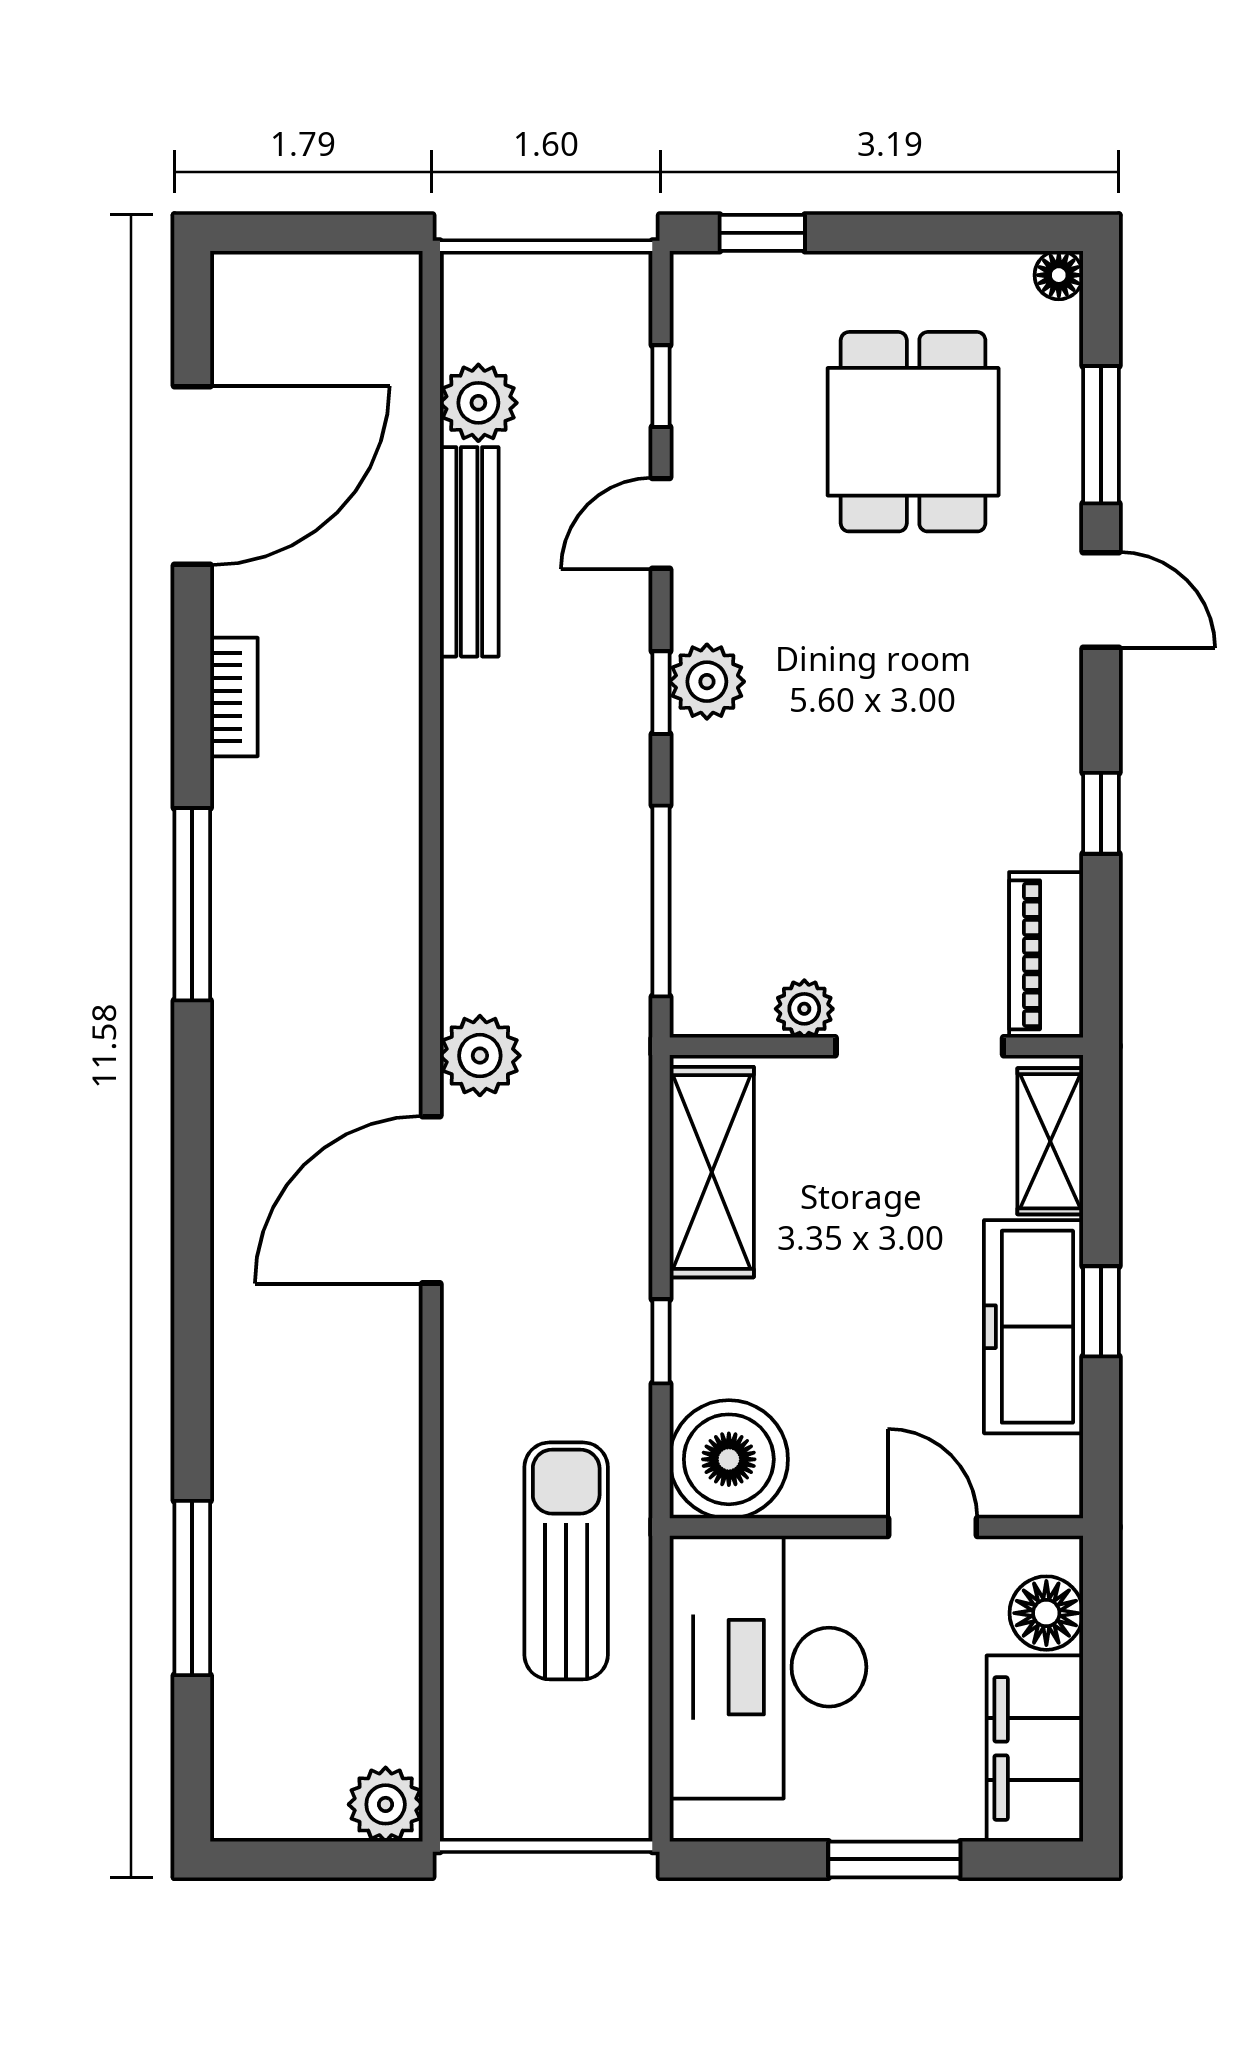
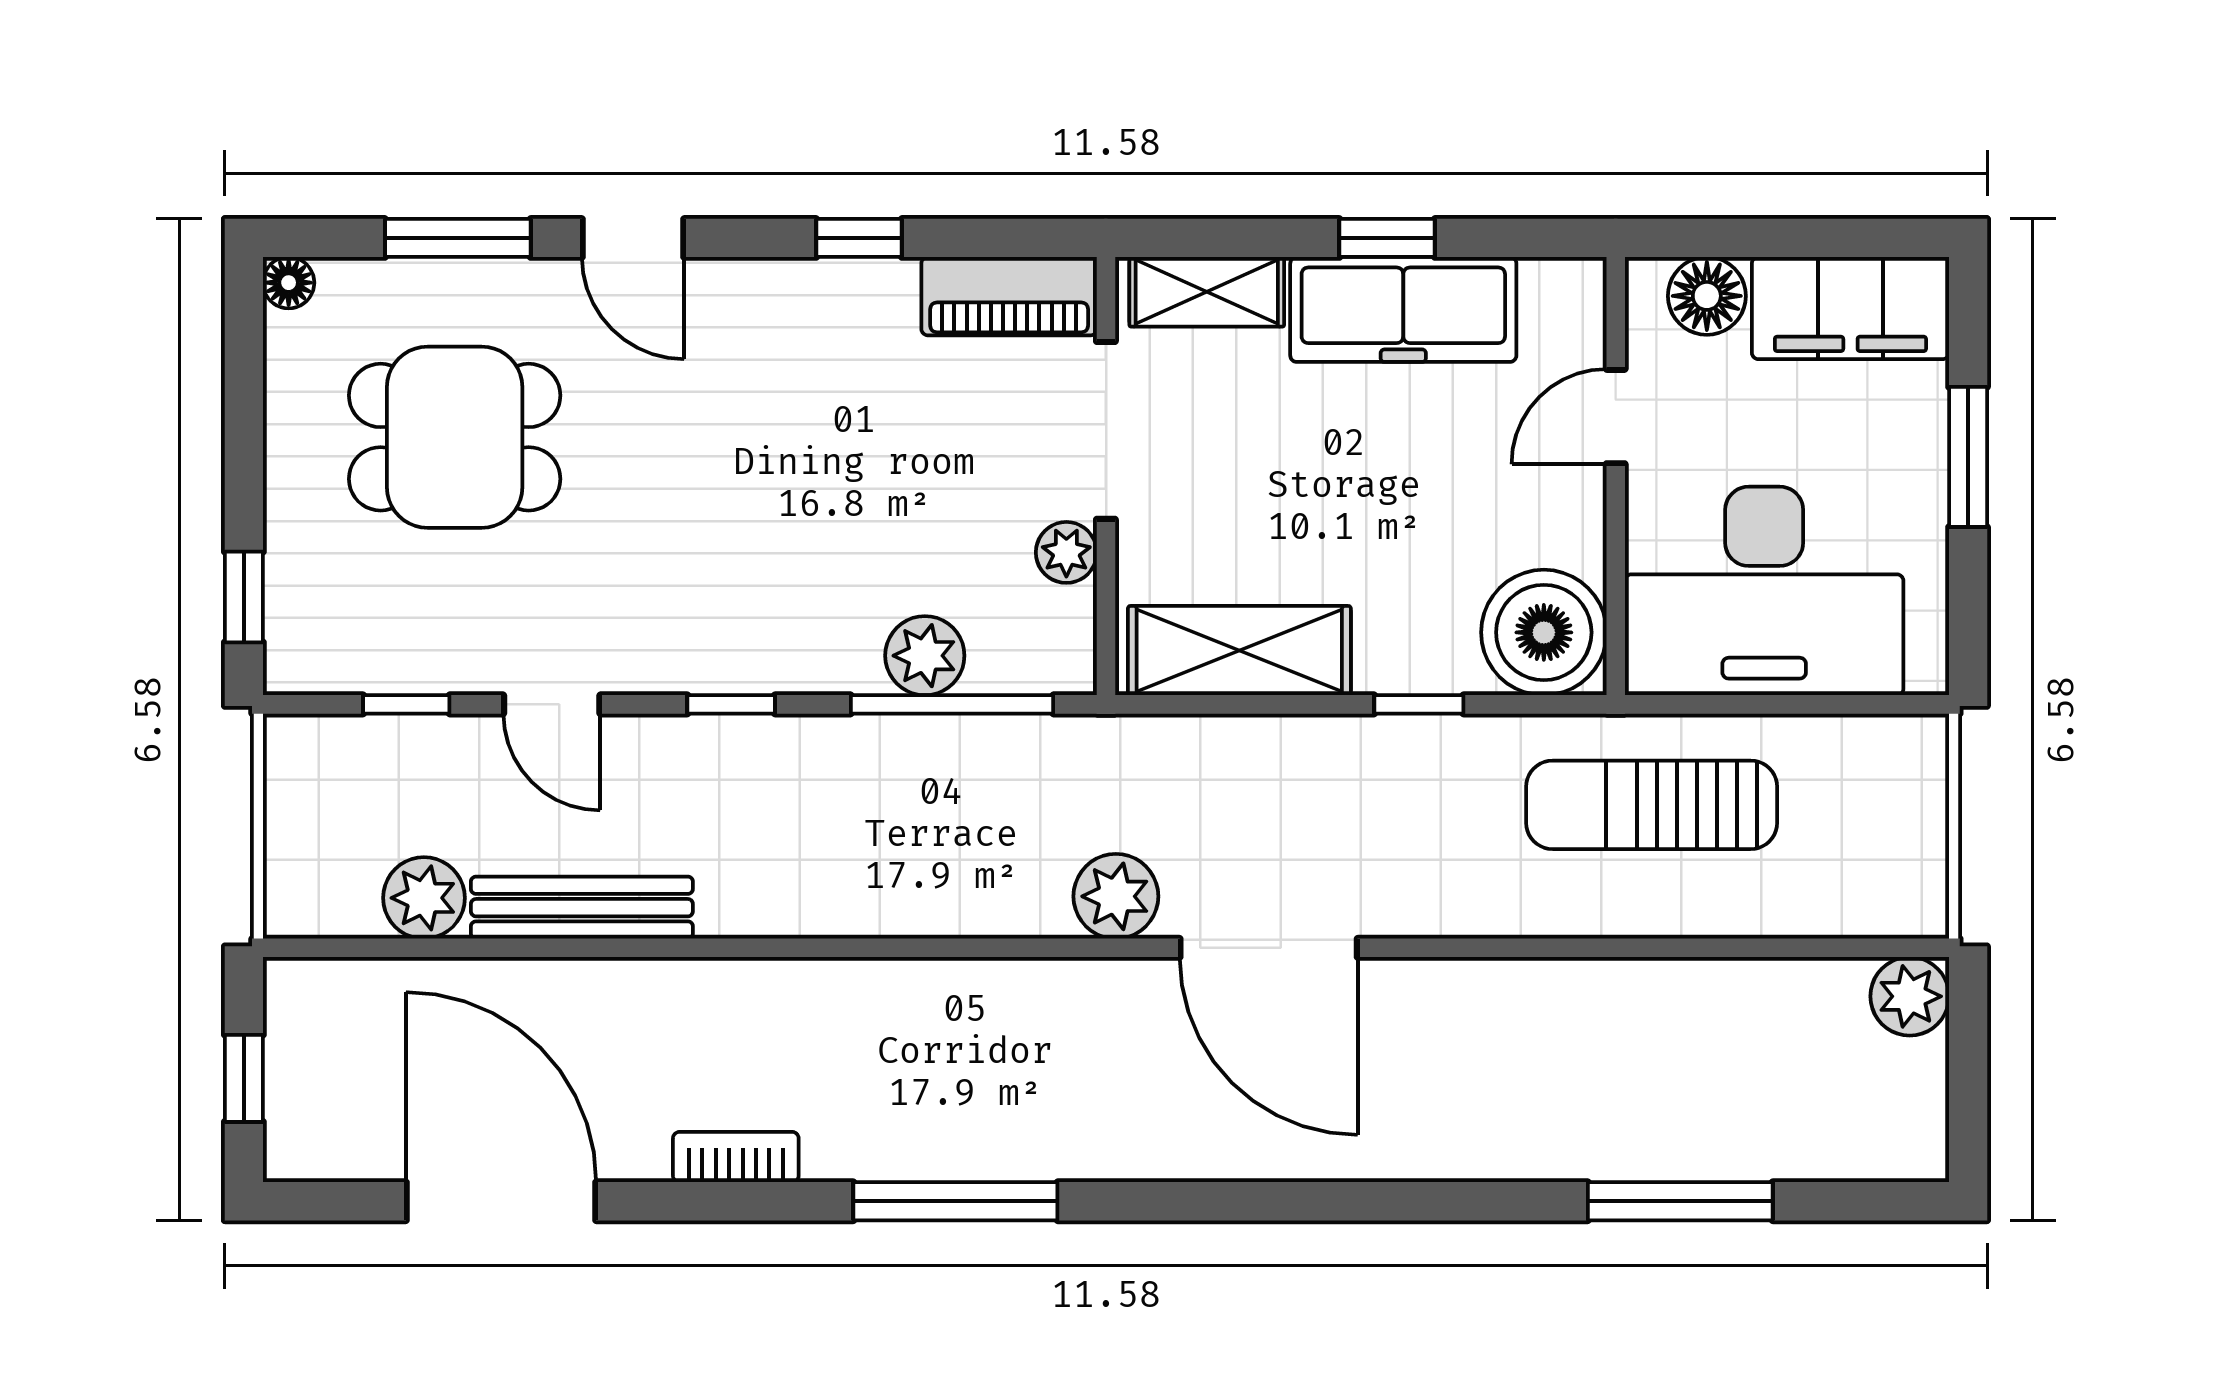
window: (308, 233) -> (244, 1078), added
door: (1101, 600) -> (633, 238), swing flipped
plant: (707, 682) -> (925, 656), moved

